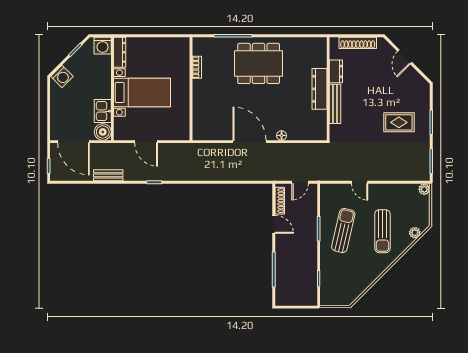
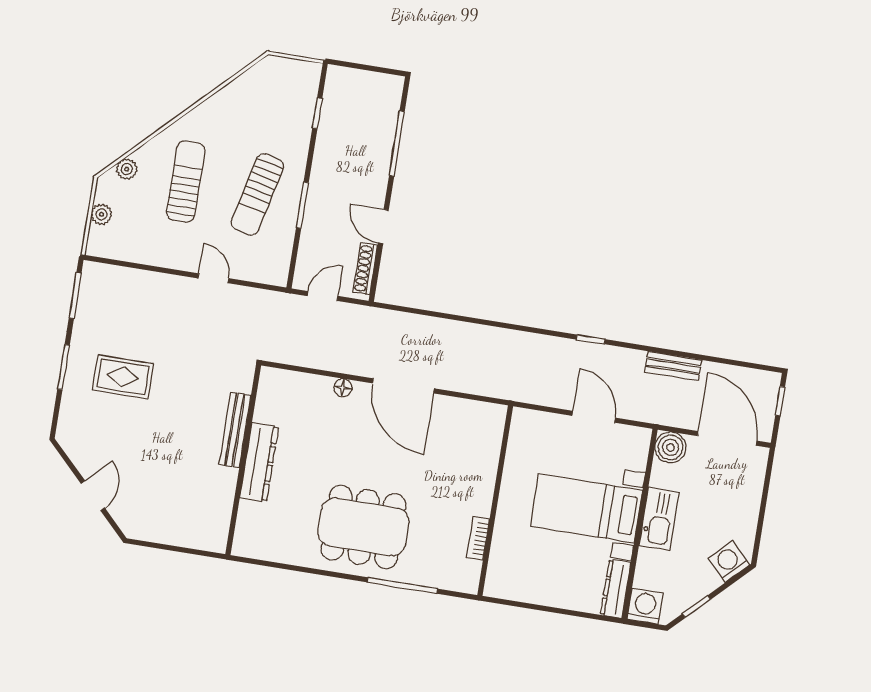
shoe rack: (358, 43) -> (175, 535), removed
dresser: (336, 71) -> (224, 489), removed
kitchen sink: (103, 111) -> (659, 519), moved, width x1.38
plant: (424, 189) -> (101, 214), moved

